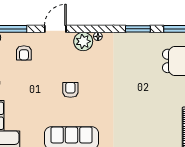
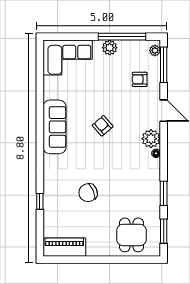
armchair: (70, 90) -> (103, 126), turned -131
chair: (137, 104) -> (88, 193), added

